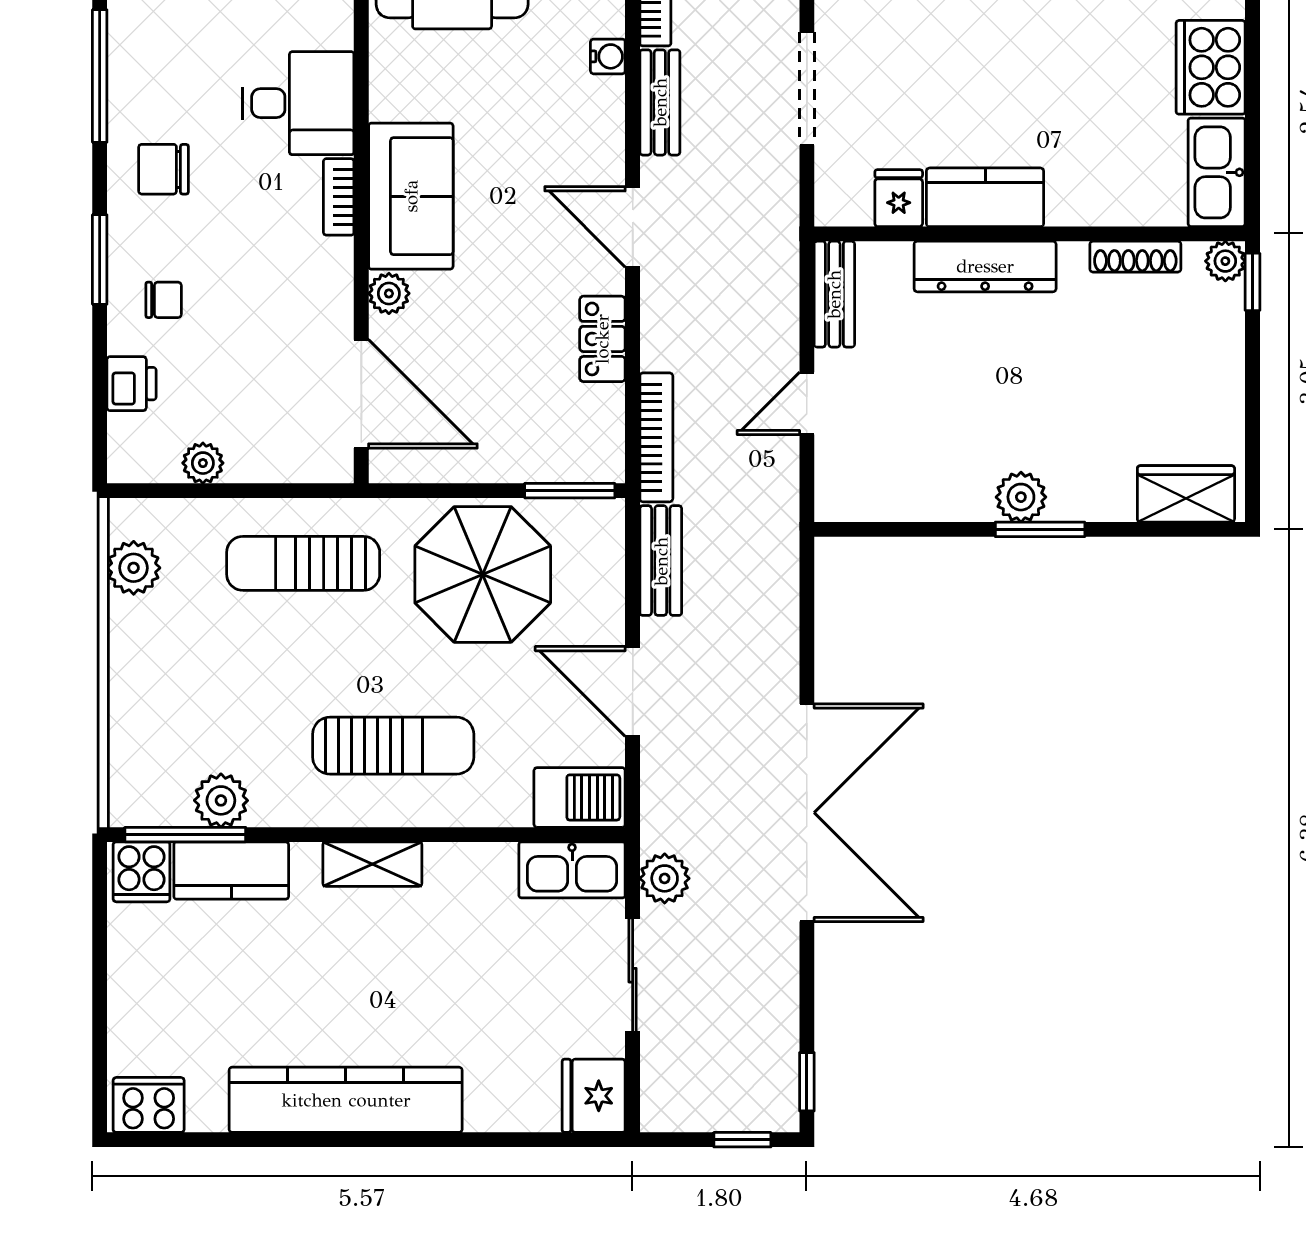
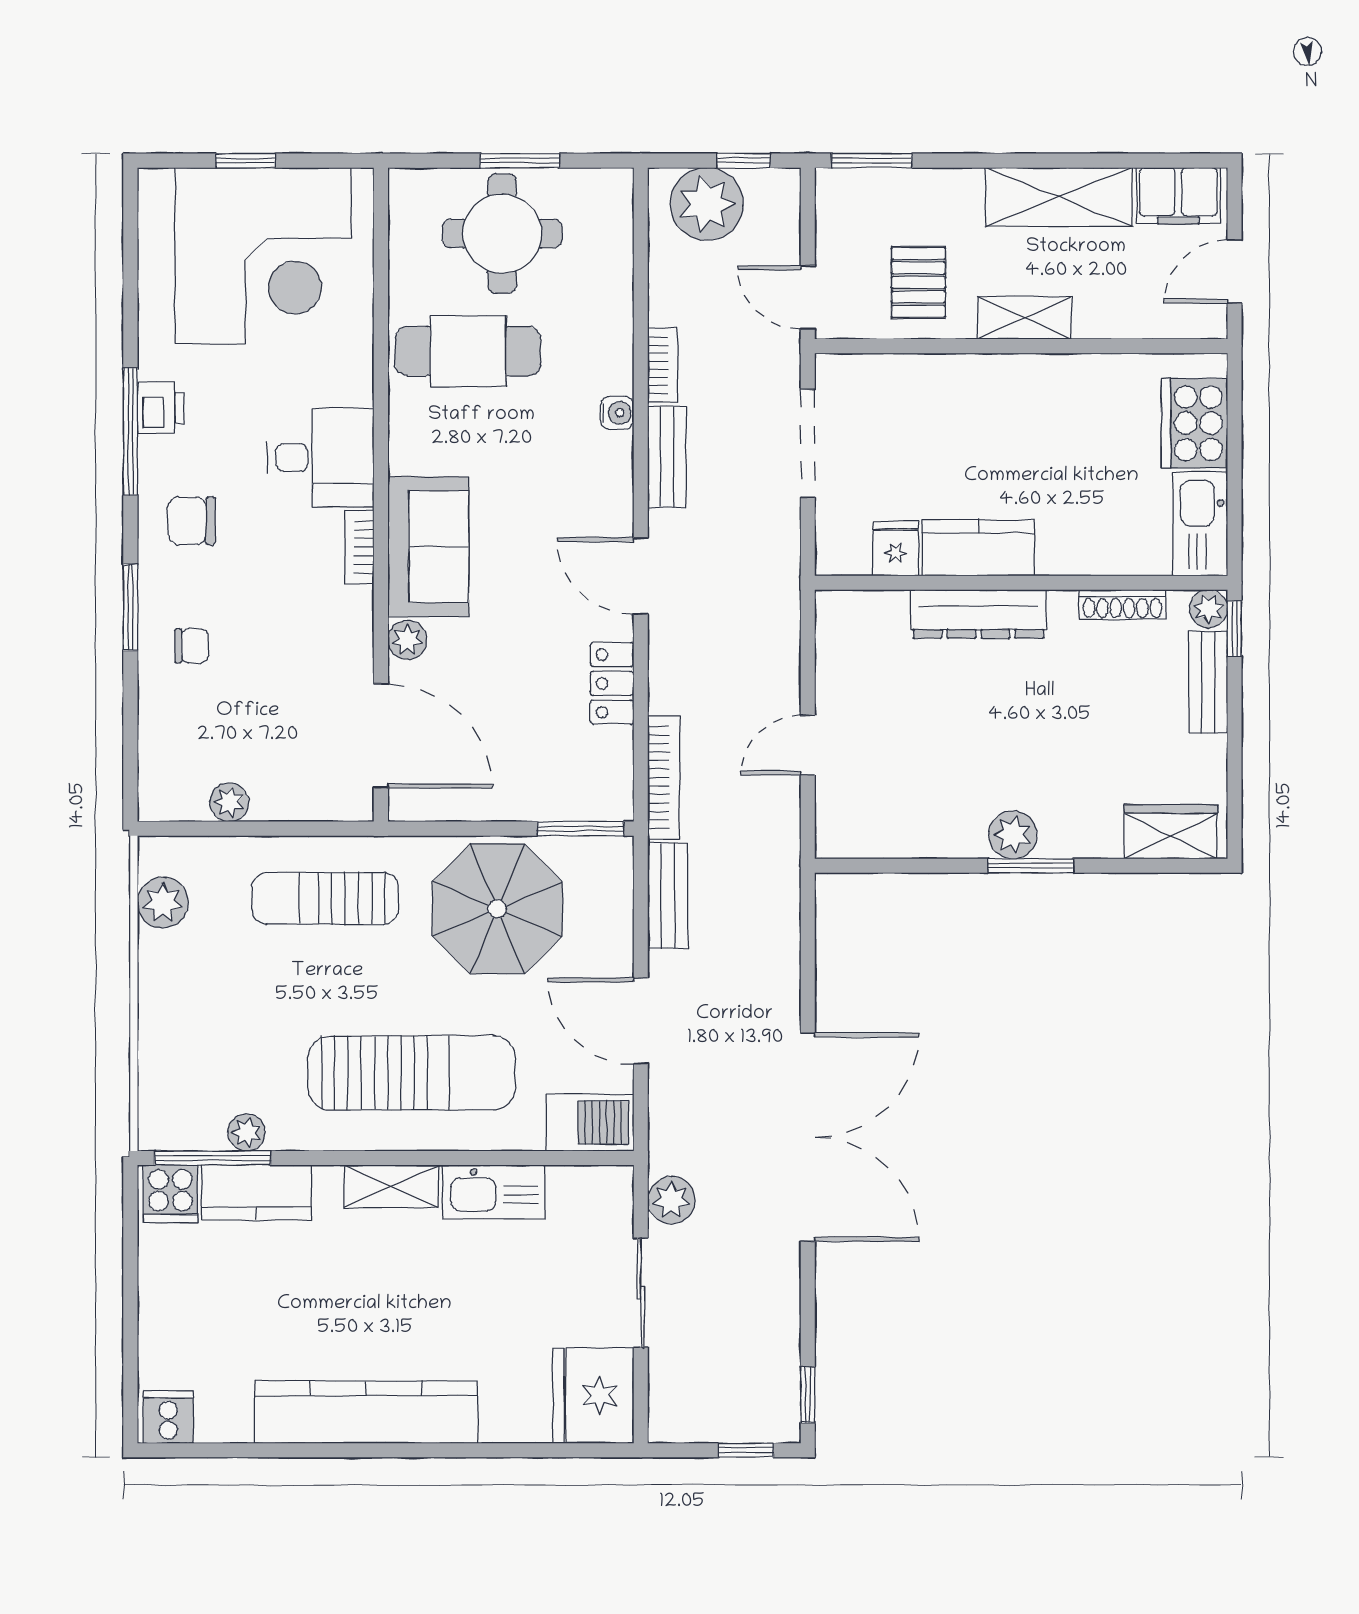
bench: (834, 294) -> (1208, 682), moved
printer: (132, 384) -> (161, 408), moved
sun lounger: (393, 746) -> (412, 1073), width x1.36, depth x1.34
plant: (221, 800) -> (247, 1132), width x0.73, depth x0.73
kitchen sink: (572, 870) -> (494, 1192), moved
fridge: (594, 1096) -> (593, 1396), width x1.36, depth x1.34
cooker: (149, 1105) -> (168, 1417), width x0.73

